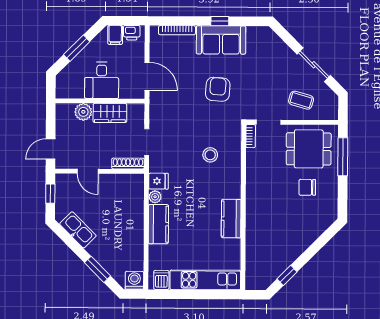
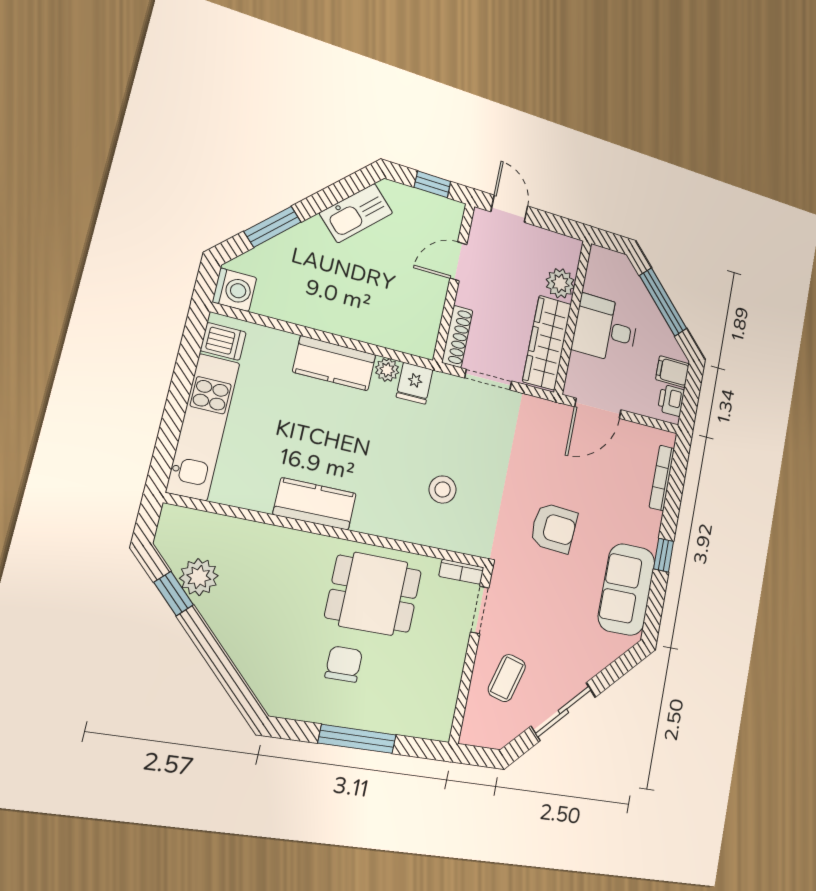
sofa: (221, 40) -> (627, 590), moved
window: (77, 48) -> (663, 302), width x1.44
wardrobe: (110, 113) -> (547, 343), width x1.50
dining table: (309, 149) -> (373, 594), moved, turned 90
window: (343, 157) -> (357, 739), moved
plant: (277, 266) -> (199, 577), added

